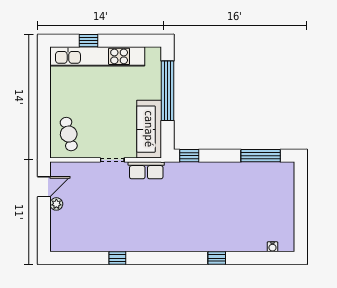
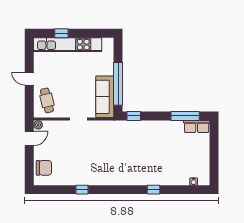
window: (167, 91) -> (118, 84), moved
door: (44, 104) -> (29, 79), added
row of seats: (146, 170) -> (197, 127), moved
plant: (56, 204) -> (38, 125), moved
chair: (64, 228) -> (44, 168), added

